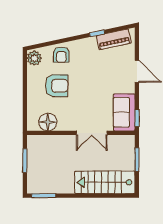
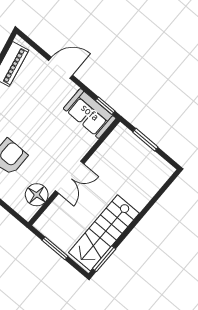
double door: (92, 133) -> (70, 177), moved
stairs: (105, 182) -> (104, 233), moved

